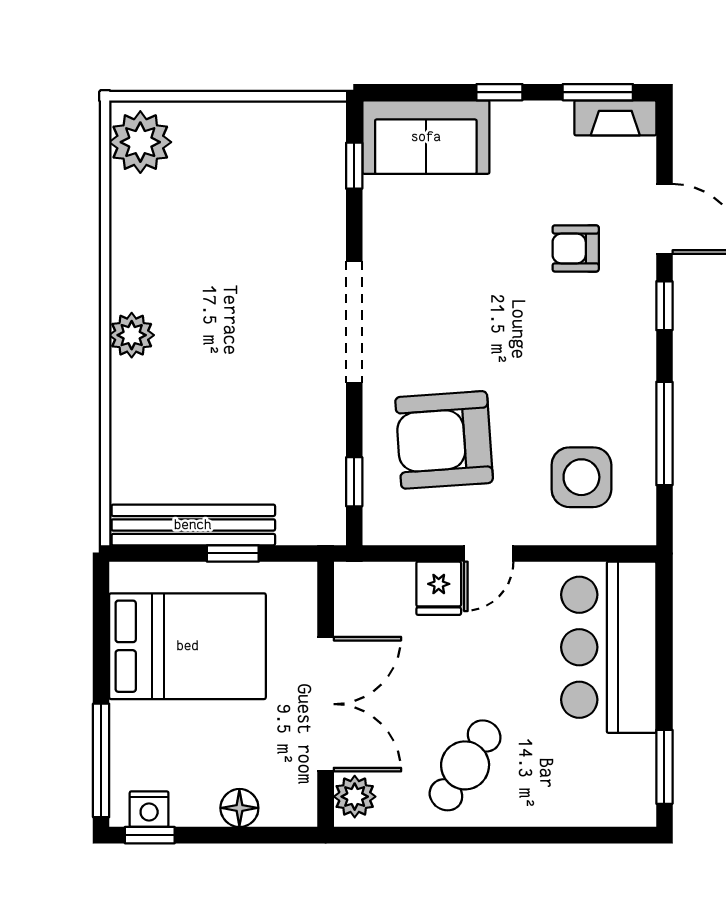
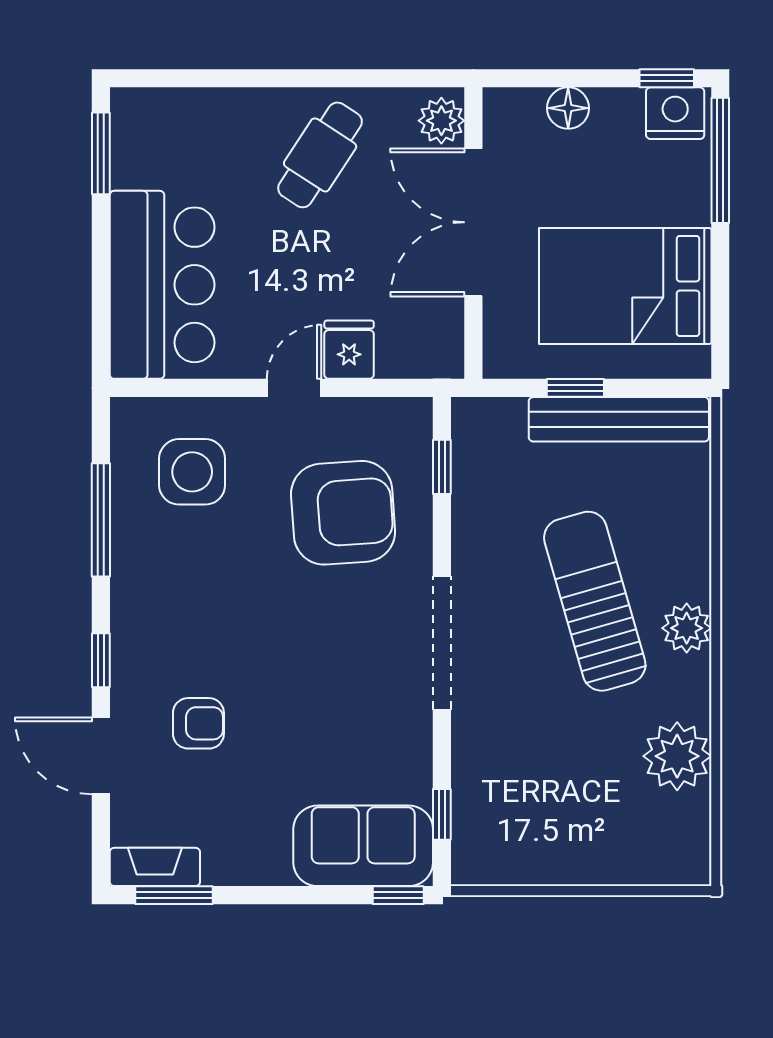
window: (499, 92) -> (398, 895), moved
plant: (140, 142) -> (677, 756), moved
sun lounger: (215, 360) -> (595, 601), added
nightstand: (149, 809) -> (675, 113), width x1.36, depth x1.33

